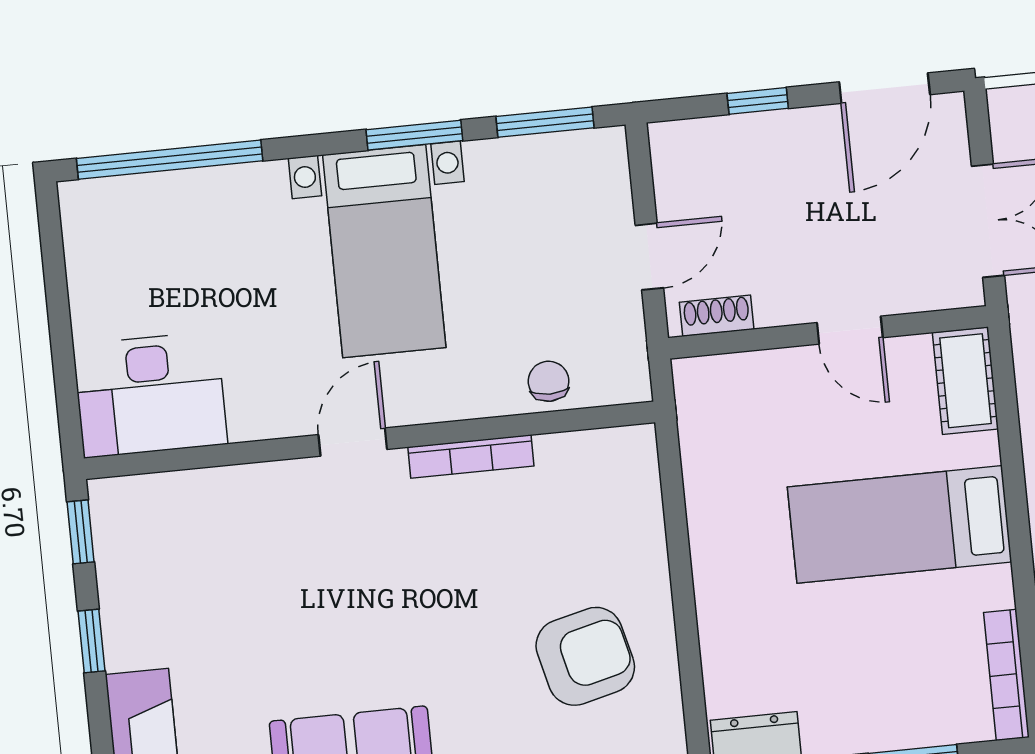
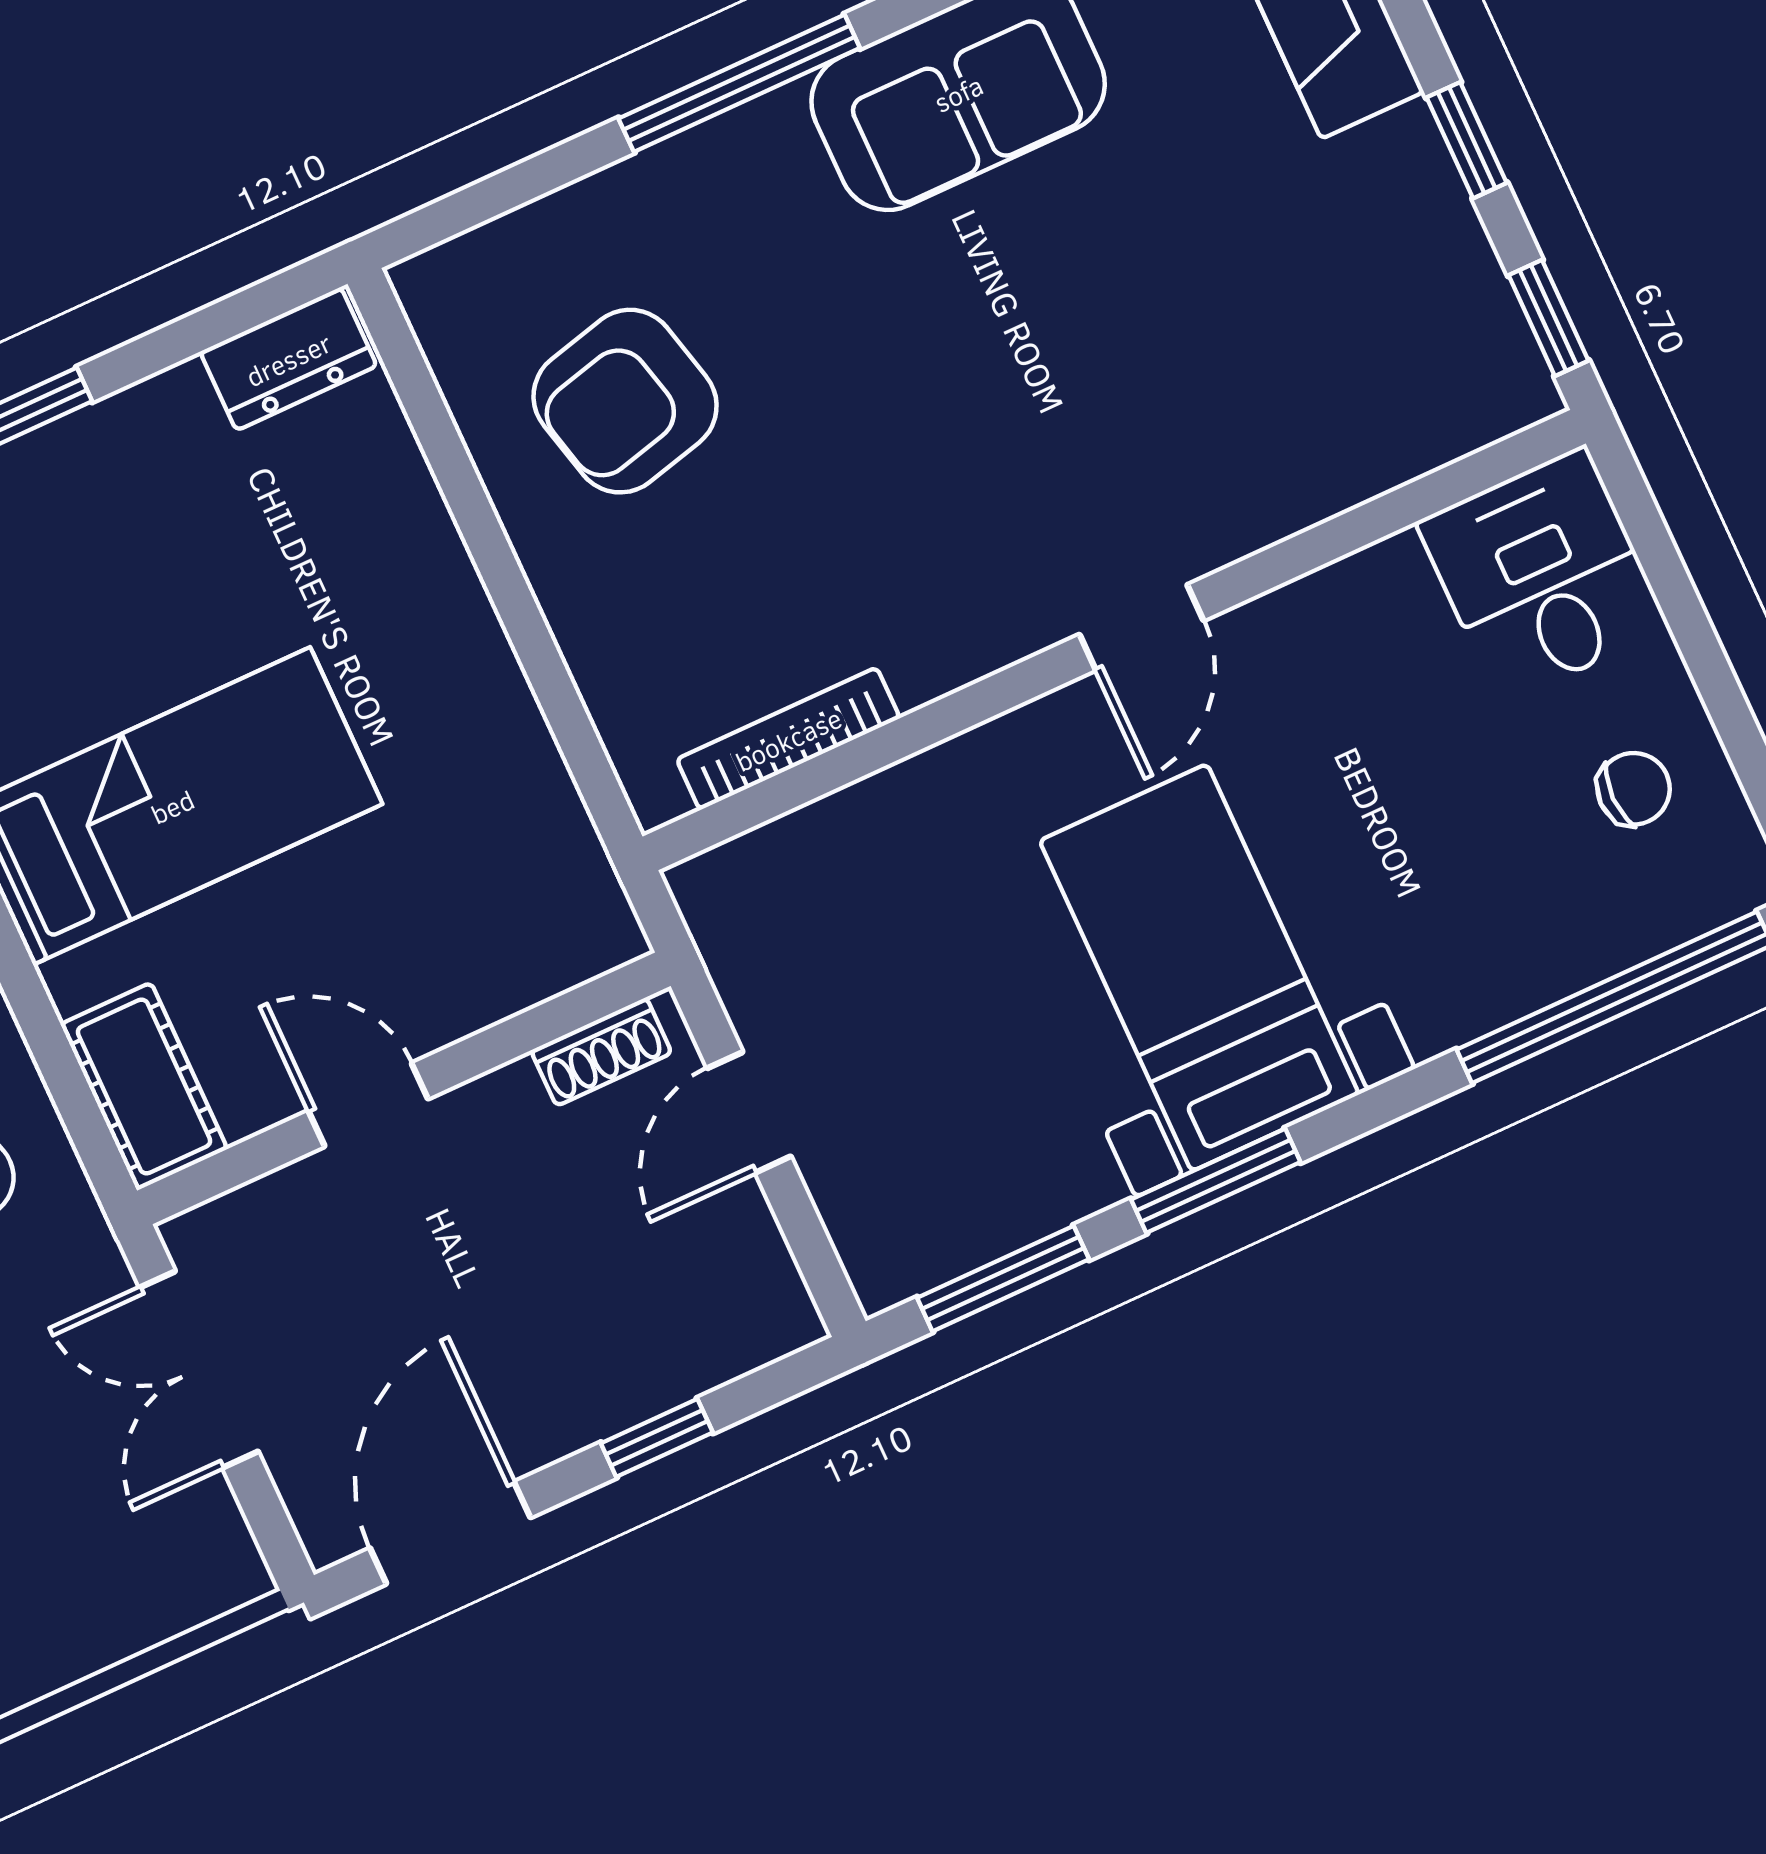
chair: (549, 381) -> (1634, 789), moved, turned -90
desk: (150, 395) -> (1543, 575), width x0.73
bookcase: (471, 457) -> (788, 739), moved

